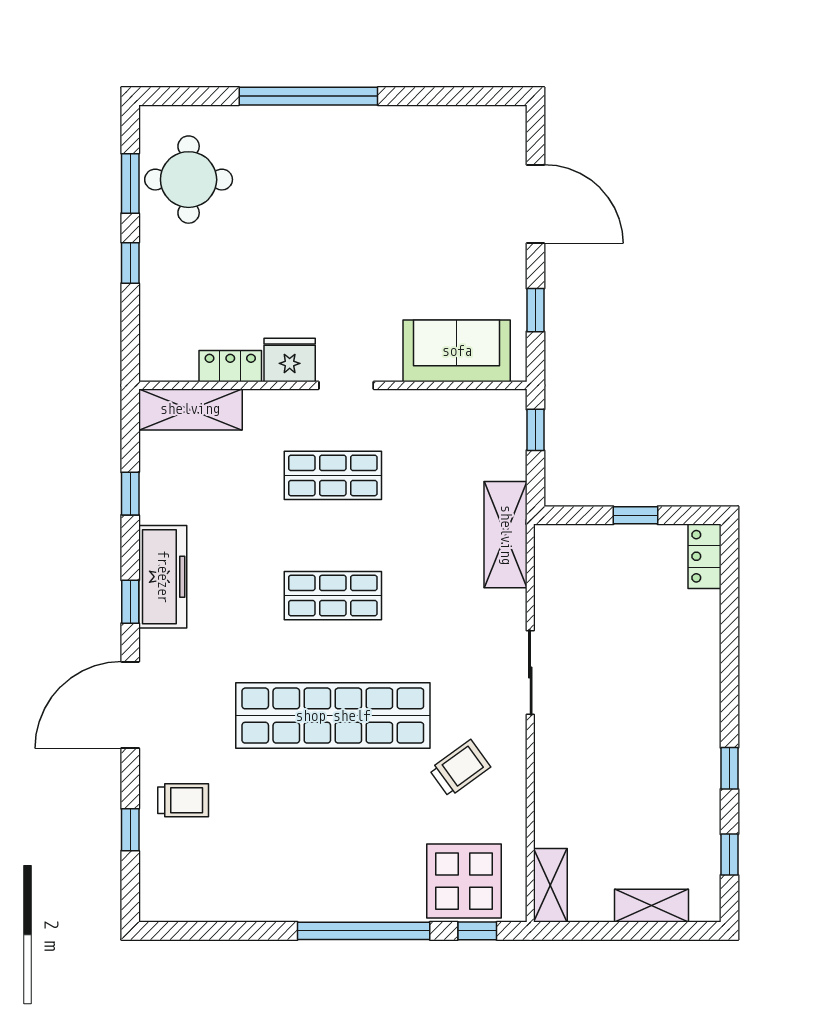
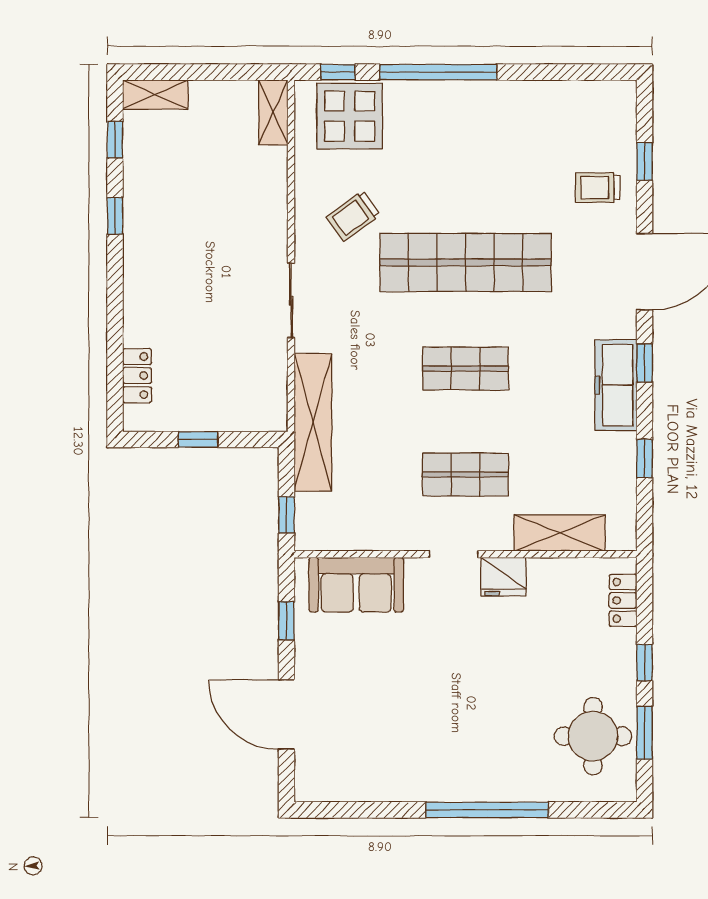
locker: (230, 366) -> (623, 600), moved, turned 90
shelving: (190, 409) -> (560, 533), moved
shelving: (506, 535) -> (313, 422), width x1.47
locker: (704, 556) -> (137, 376), moved
shelving: (651, 906) -> (155, 94), moved

